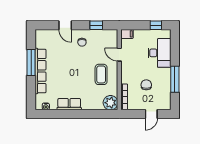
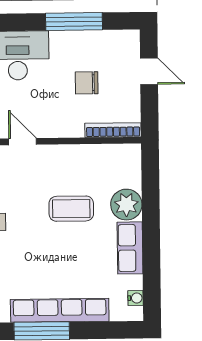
door: (119, 55) -> (23, 142), swing flipped
coffee table: (101, 74) -> (71, 209), moved
plant: (110, 103) -> (126, 205), moved

